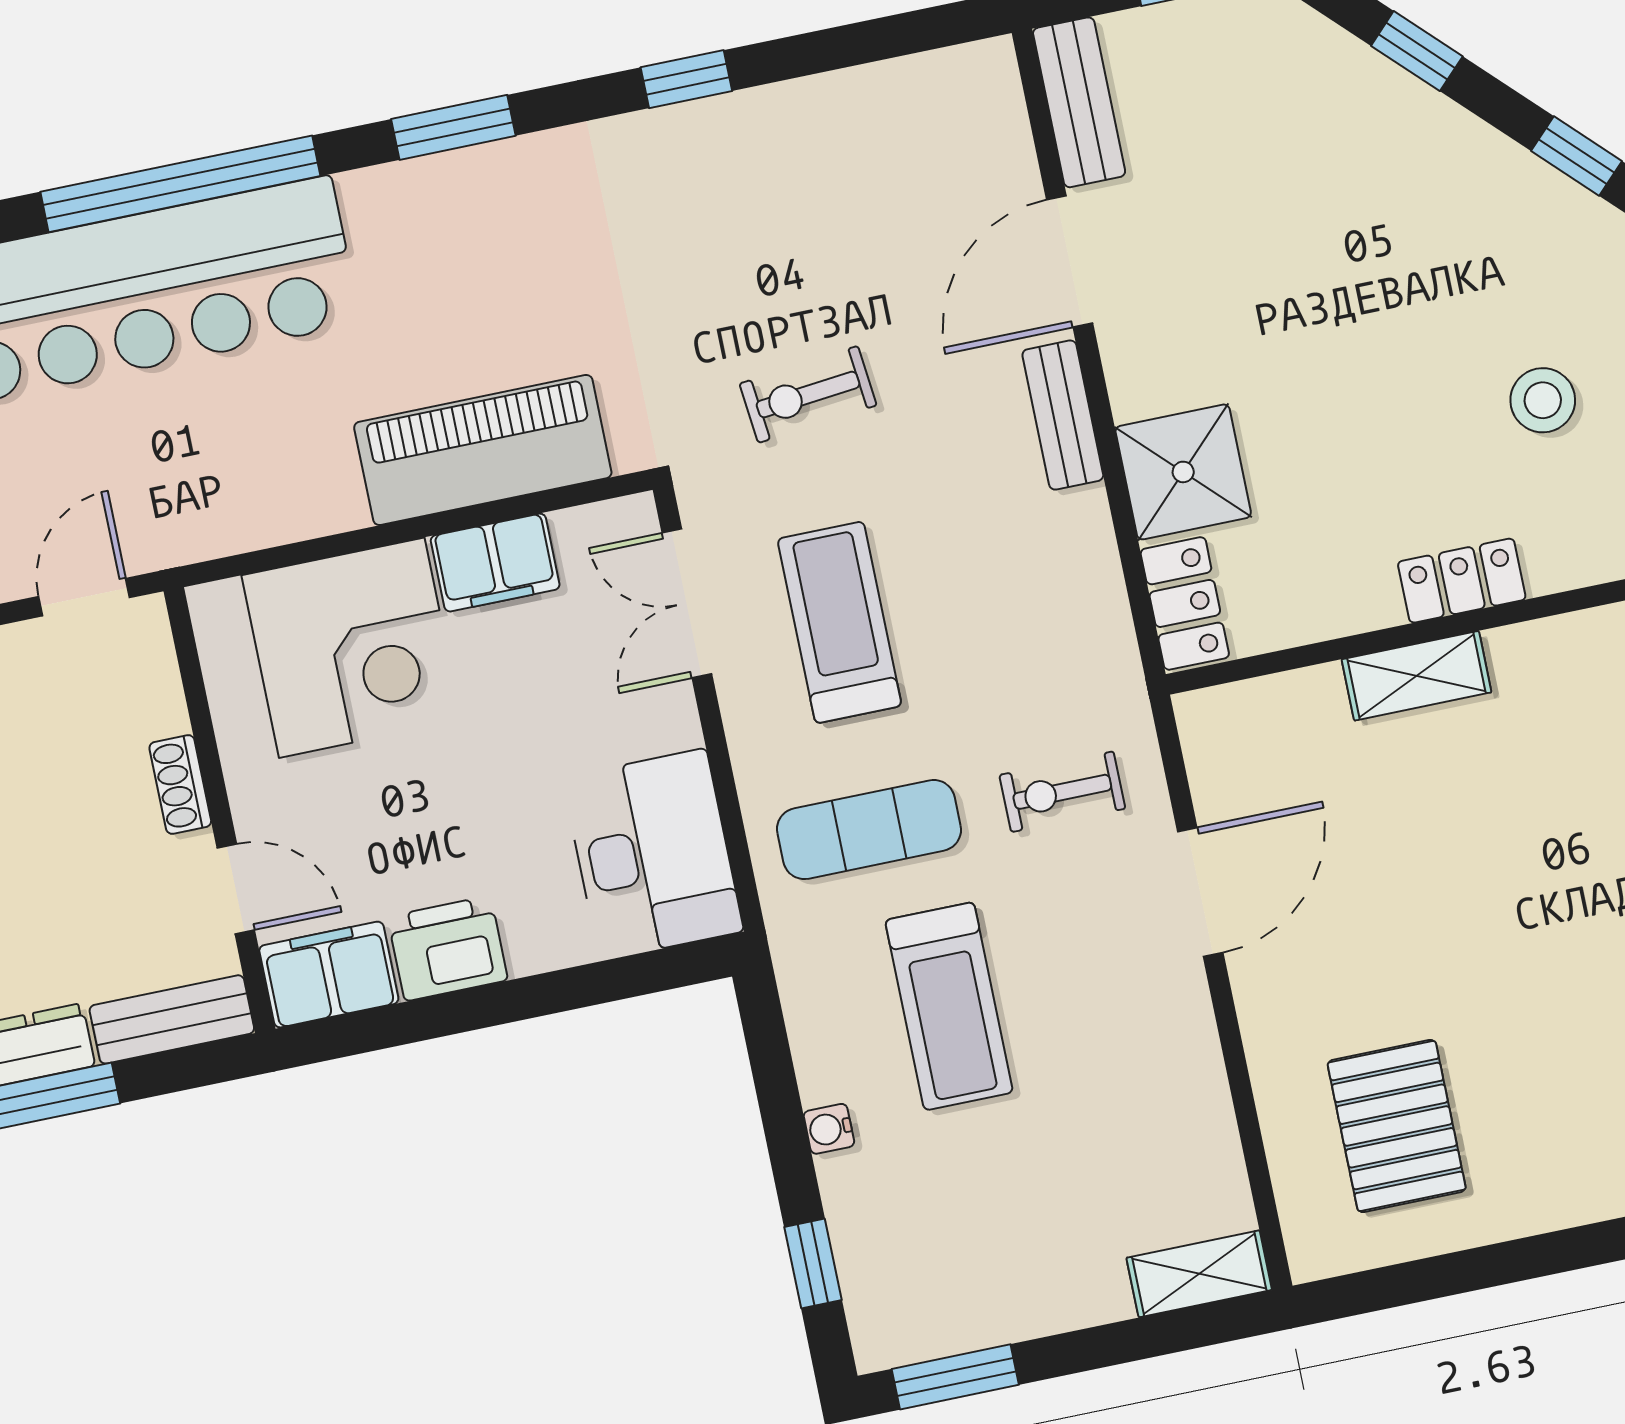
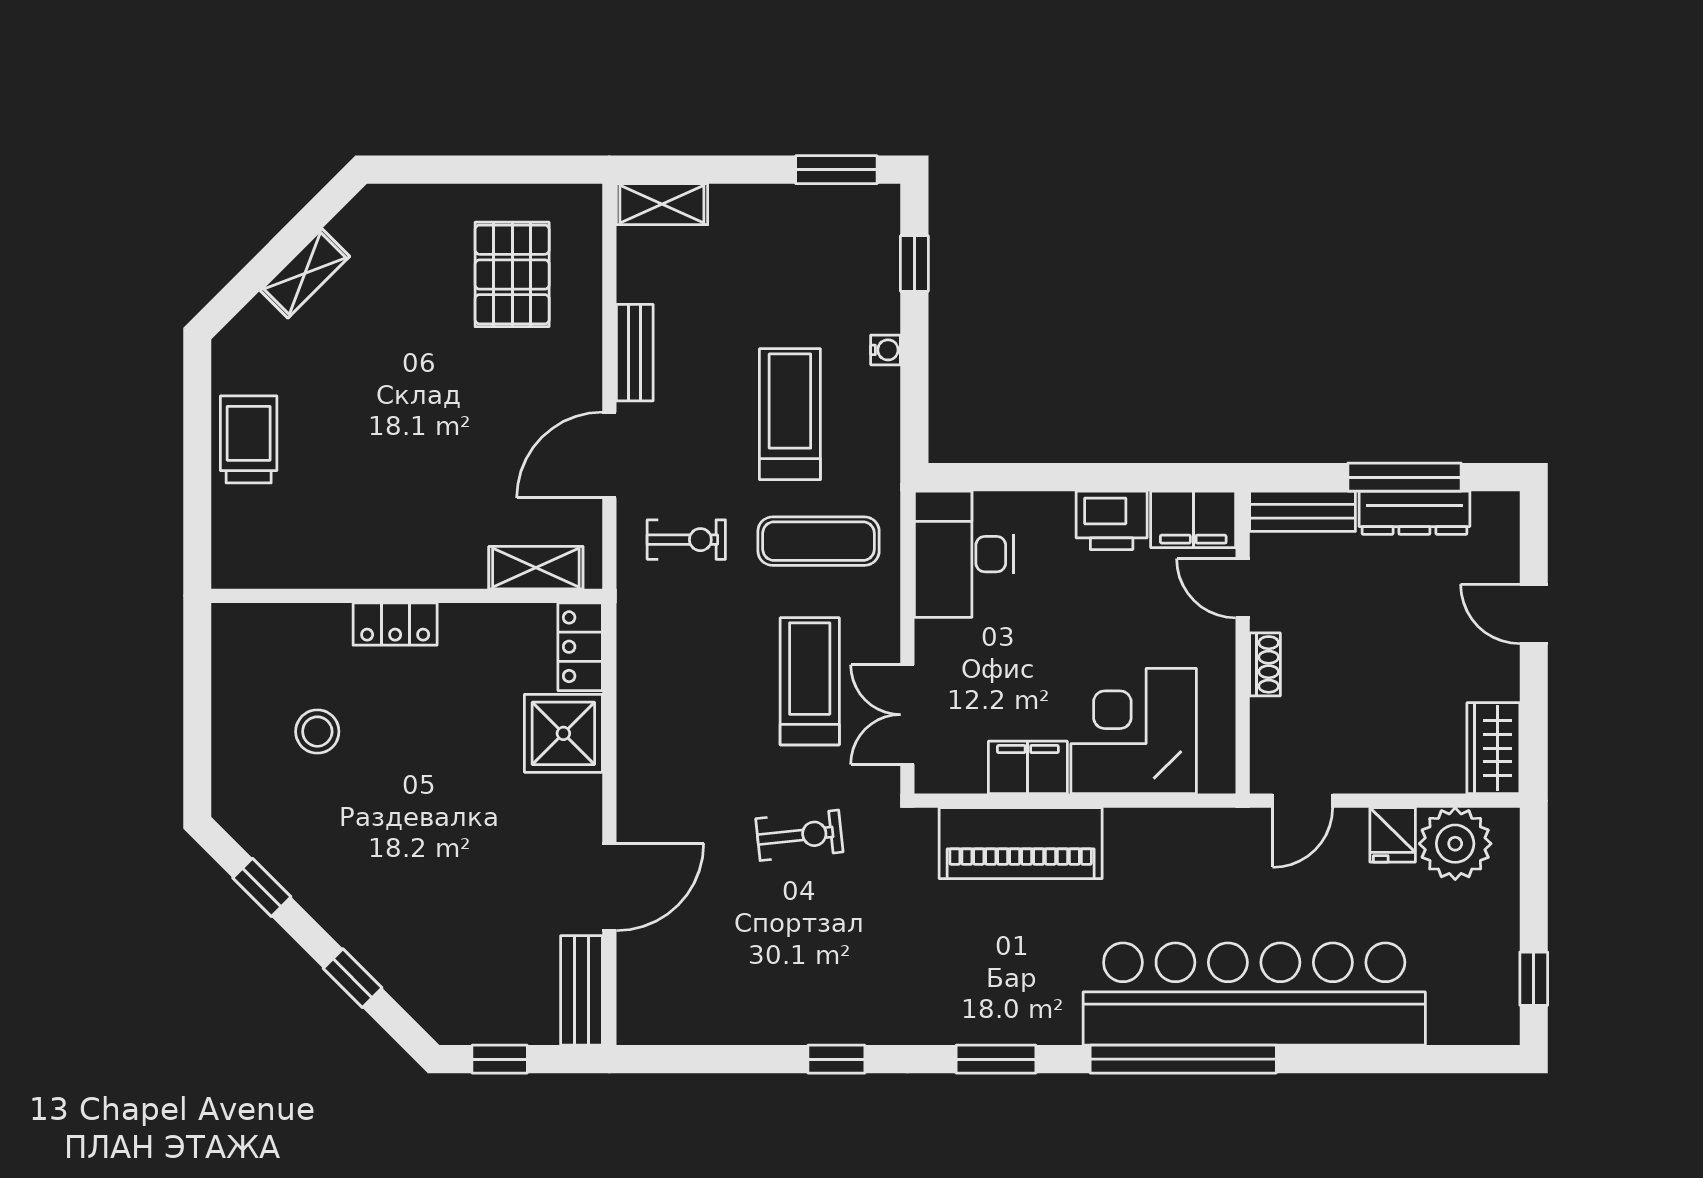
bench: (1063, 415) -> (635, 353), moved
double door: (687, 603) -> (907, 715), swing flipped
treadmill: (839, 622) -> (810, 681), turned 180
shelving: (1417, 676) -> (536, 568), moved

